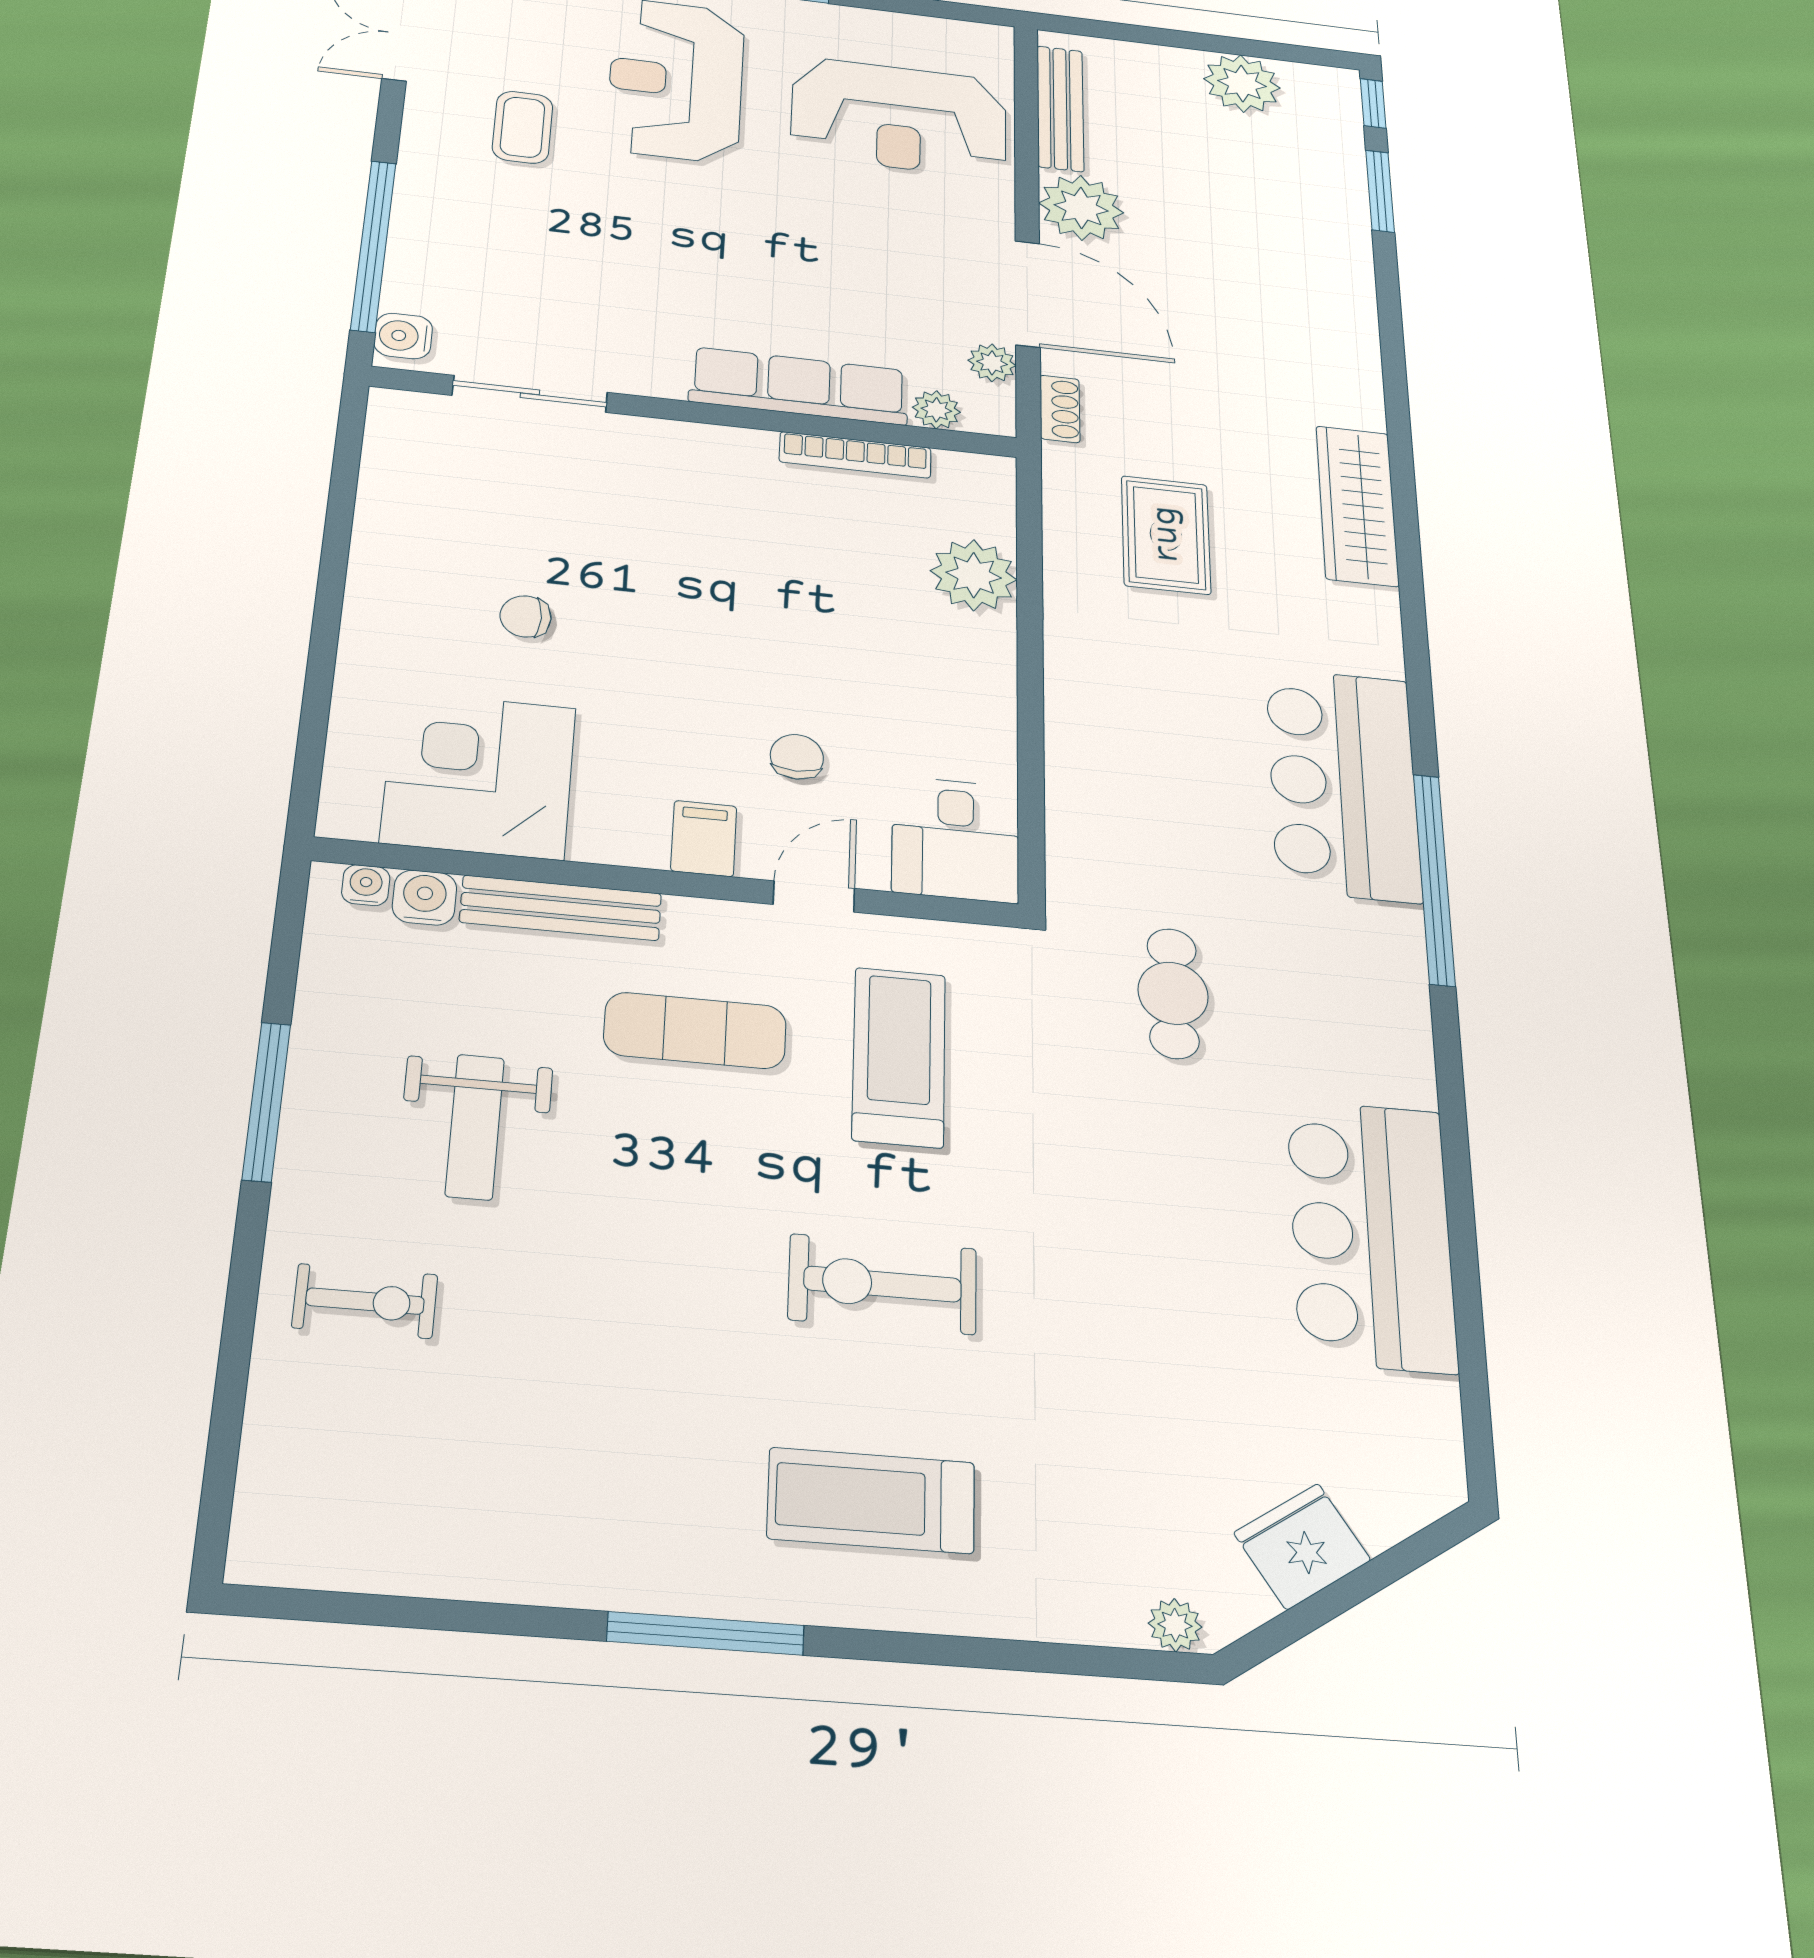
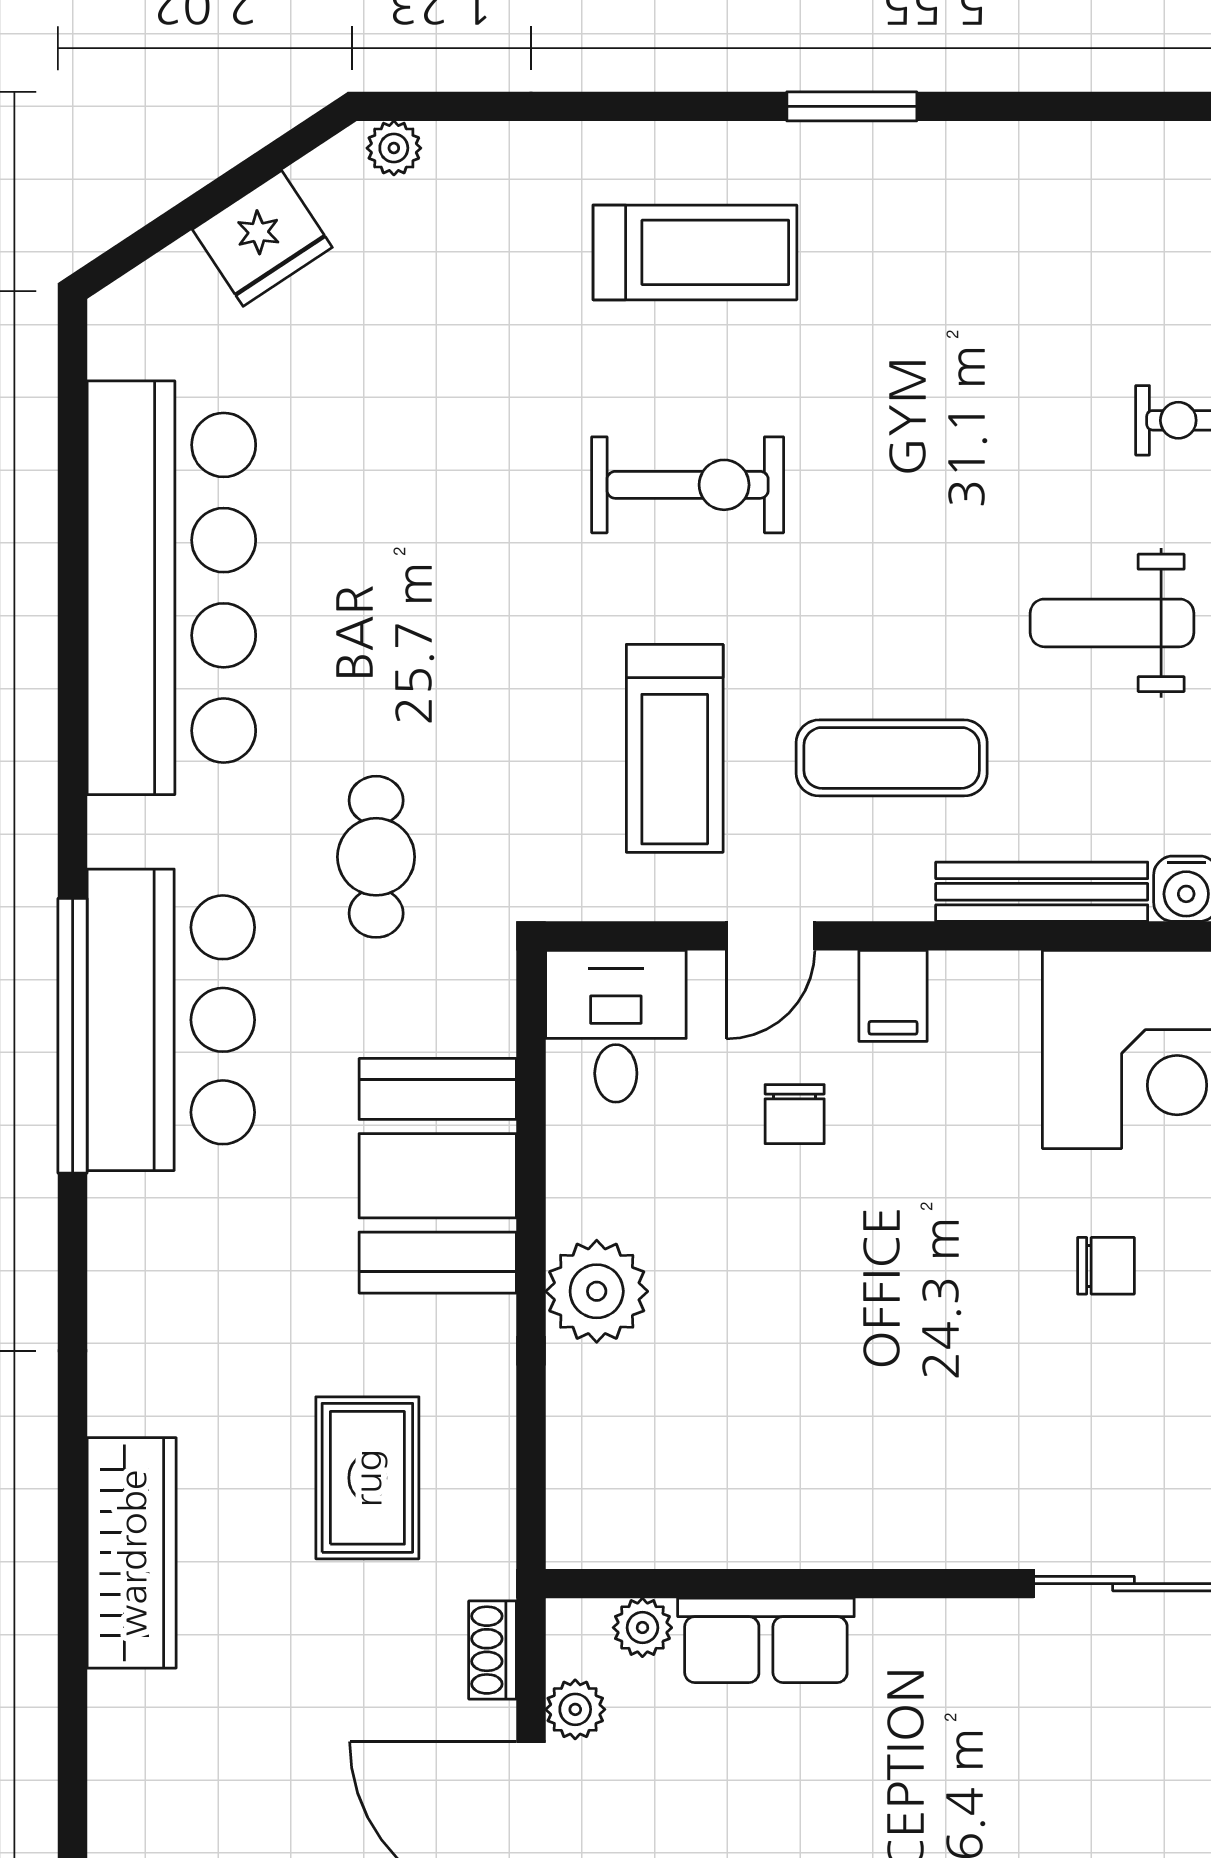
row of seats: (799, 386) -> (766, 1640), width x0.68
bookcase: (855, 455) -> (738, 1546), removed
plant: (974, 575) -> (597, 1291), moved
booth: (1112, 742) -> (438, 1176), added
bar counter: (1343, 784) -> (171, 1020), moved
weight bench: (475, 1127) -> (1112, 623), turned -90
bar counter: (1371, 1235) -> (171, 588), width x1.36
window: (706, 1633) -> (852, 106), width x0.69

